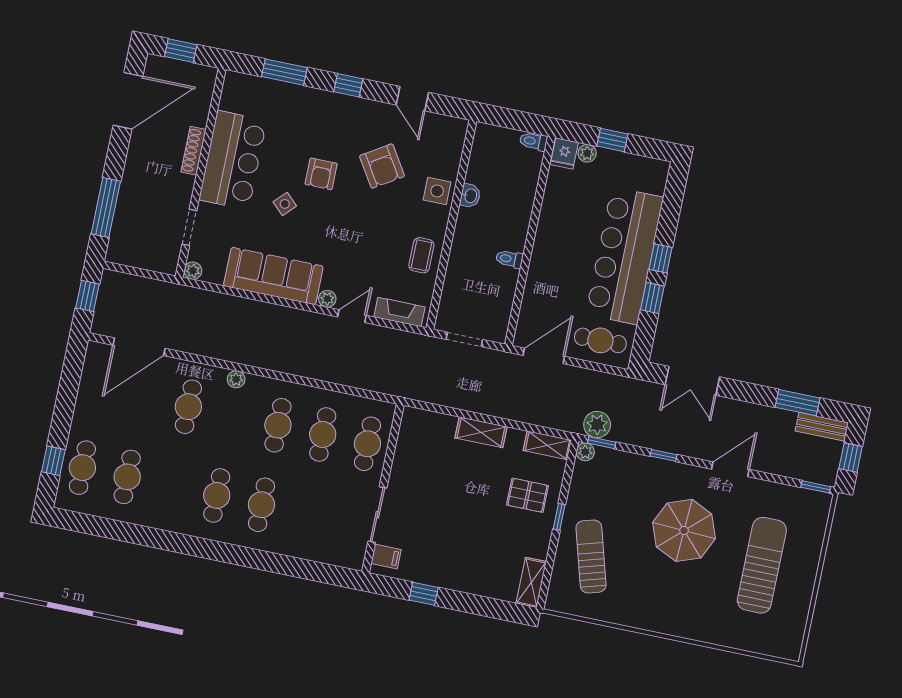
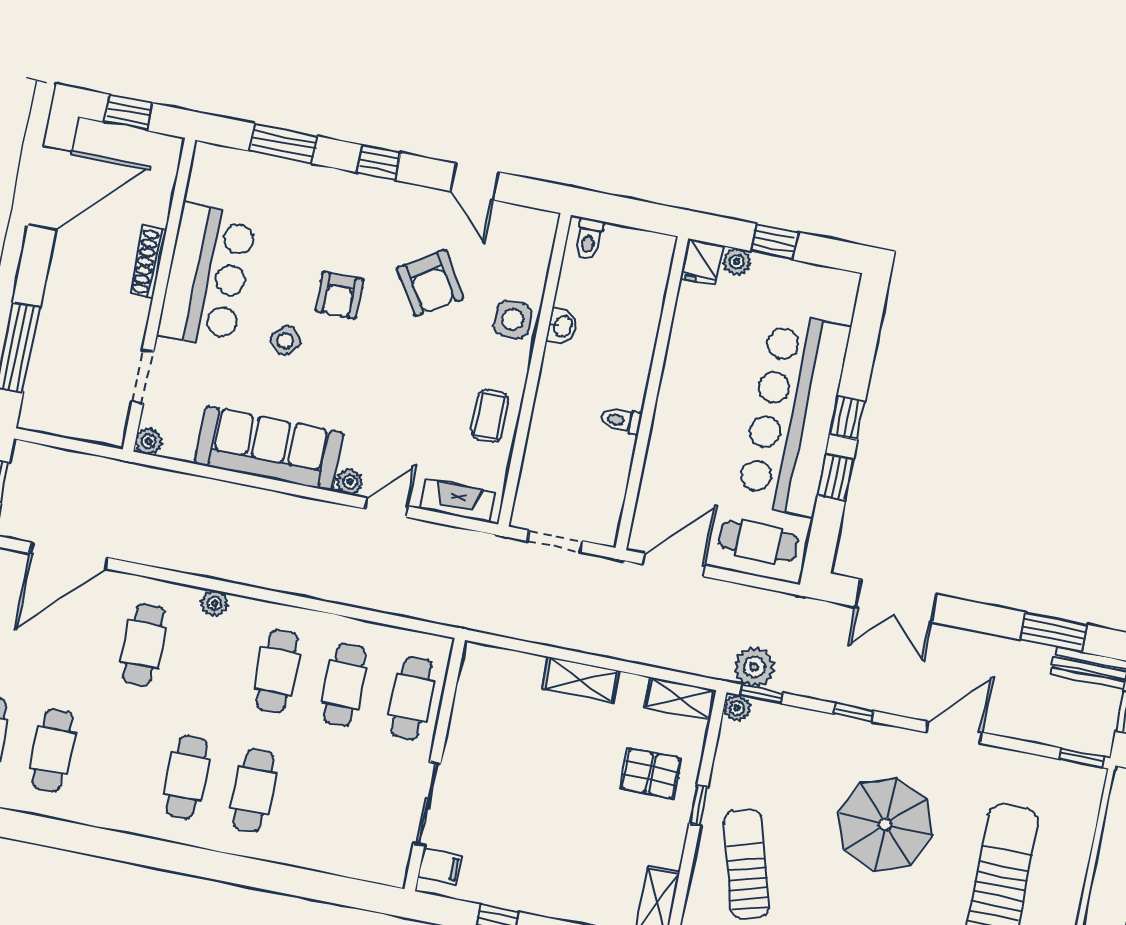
toilet: (533, 141) -> (589, 239), moved, turned -90

